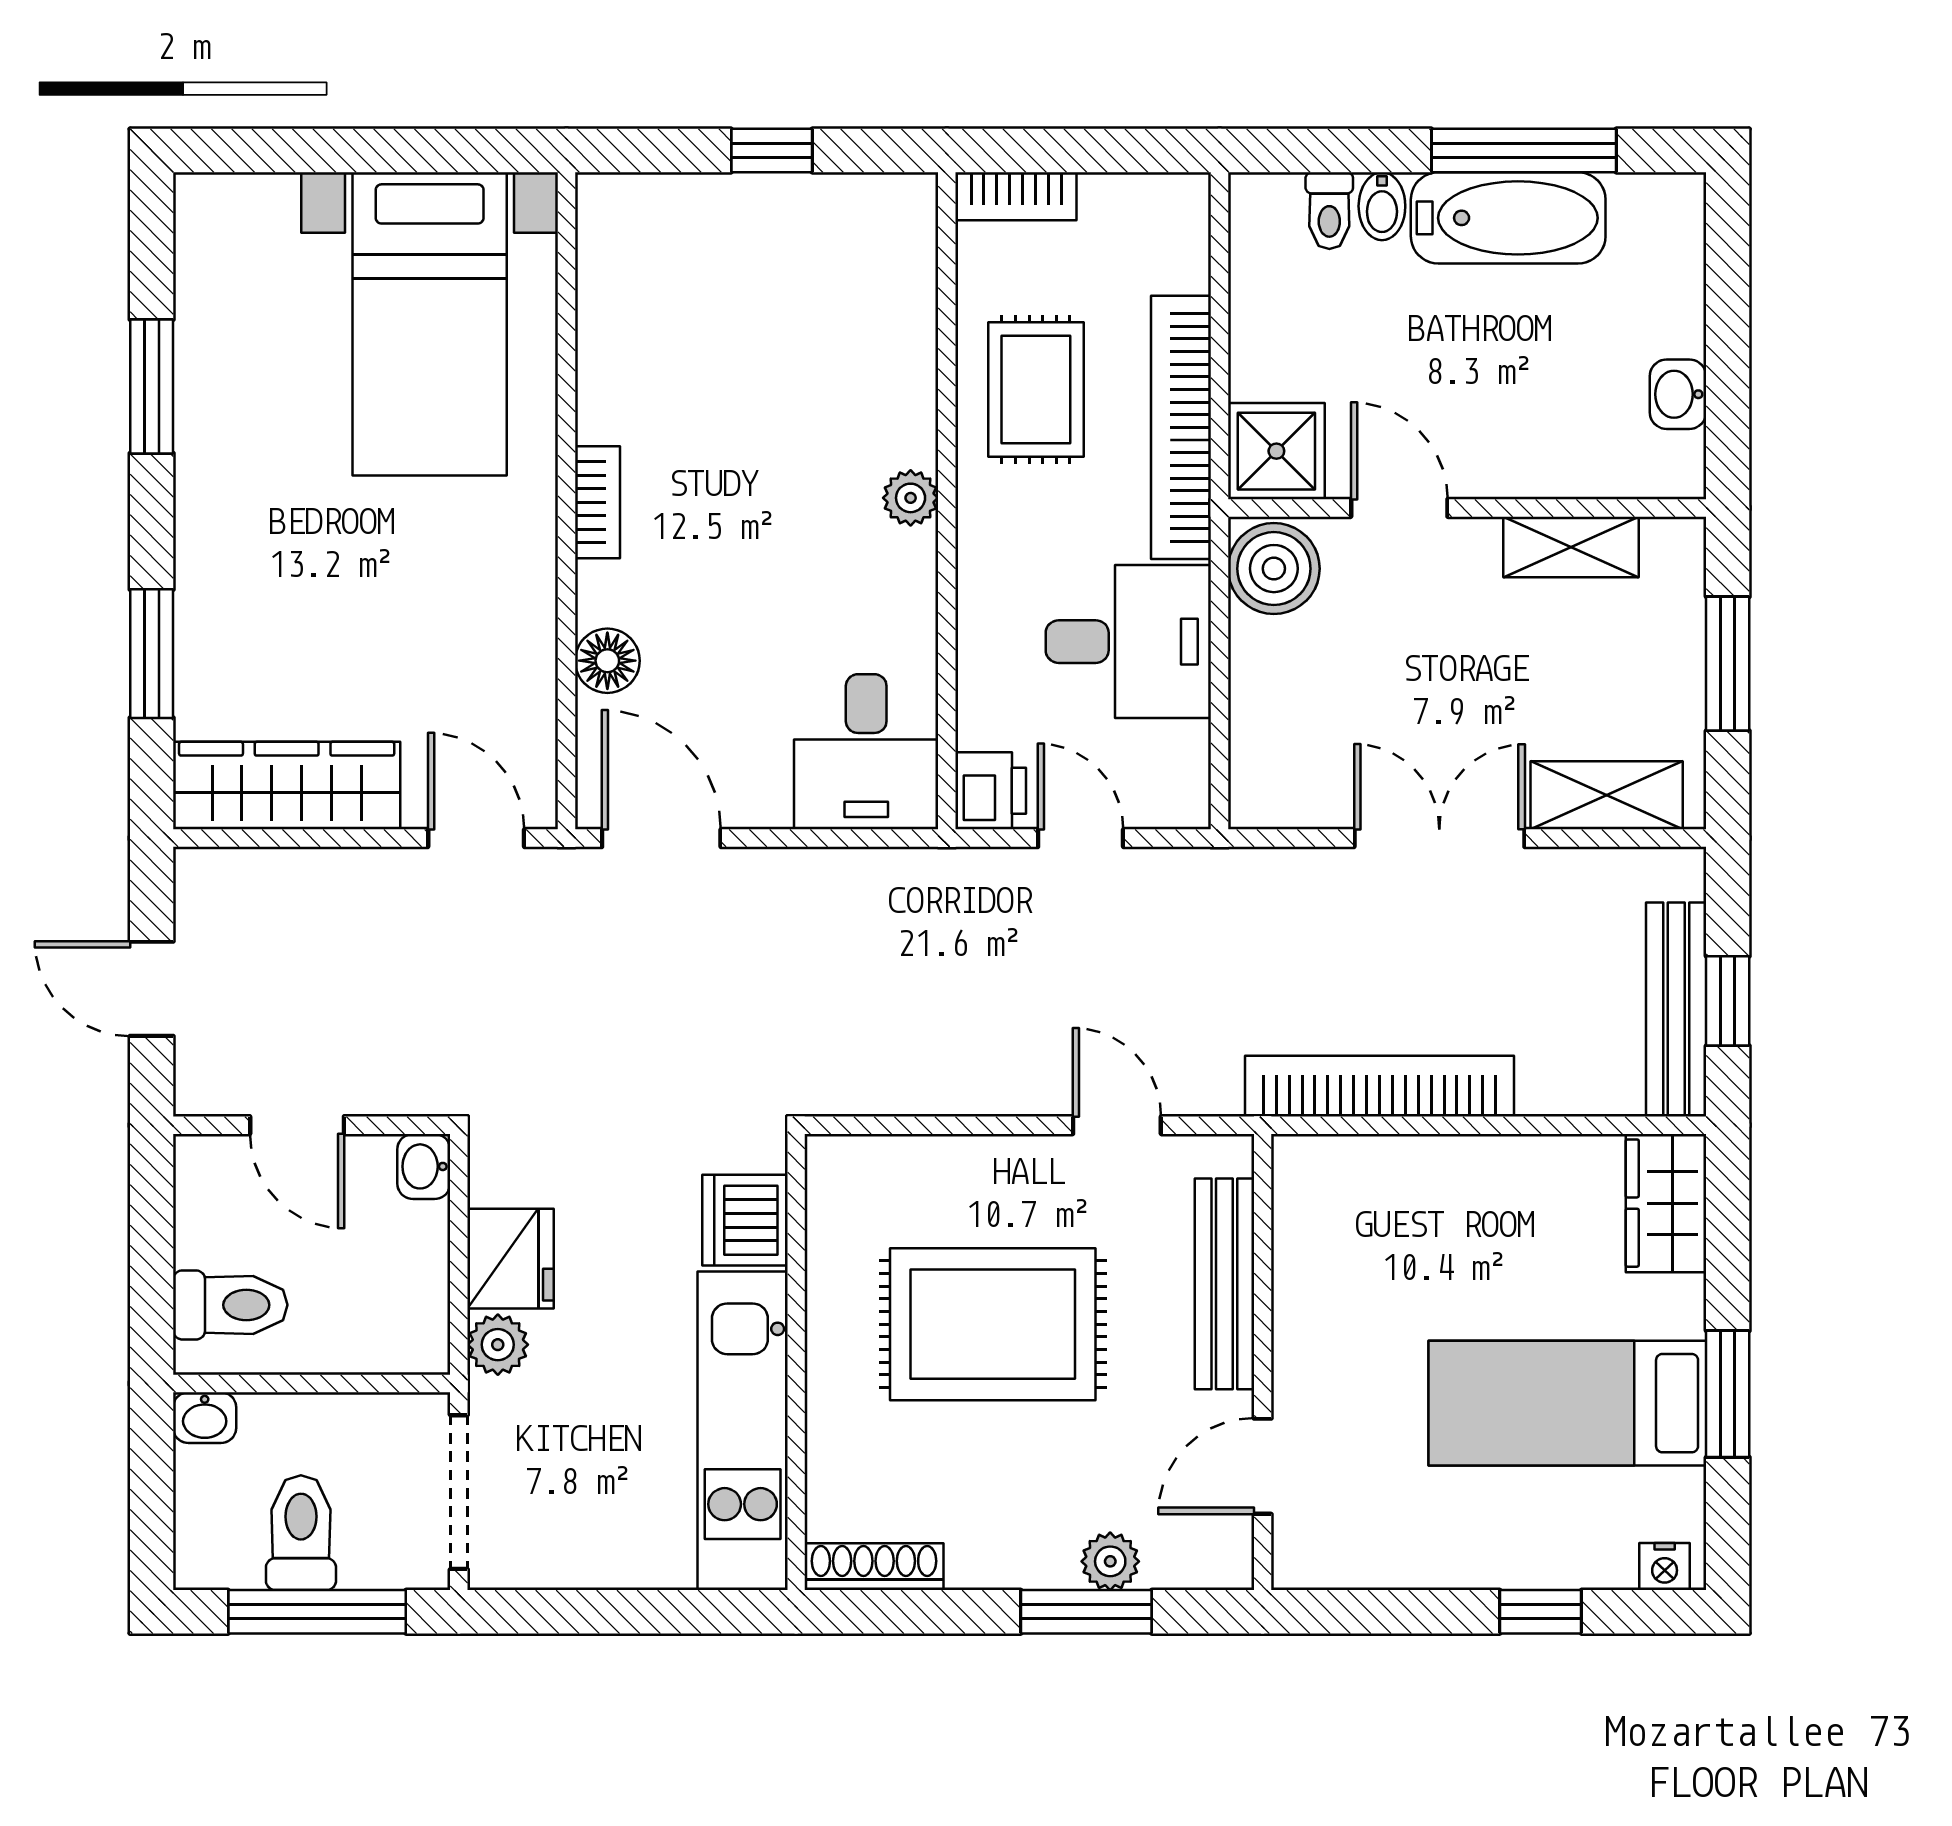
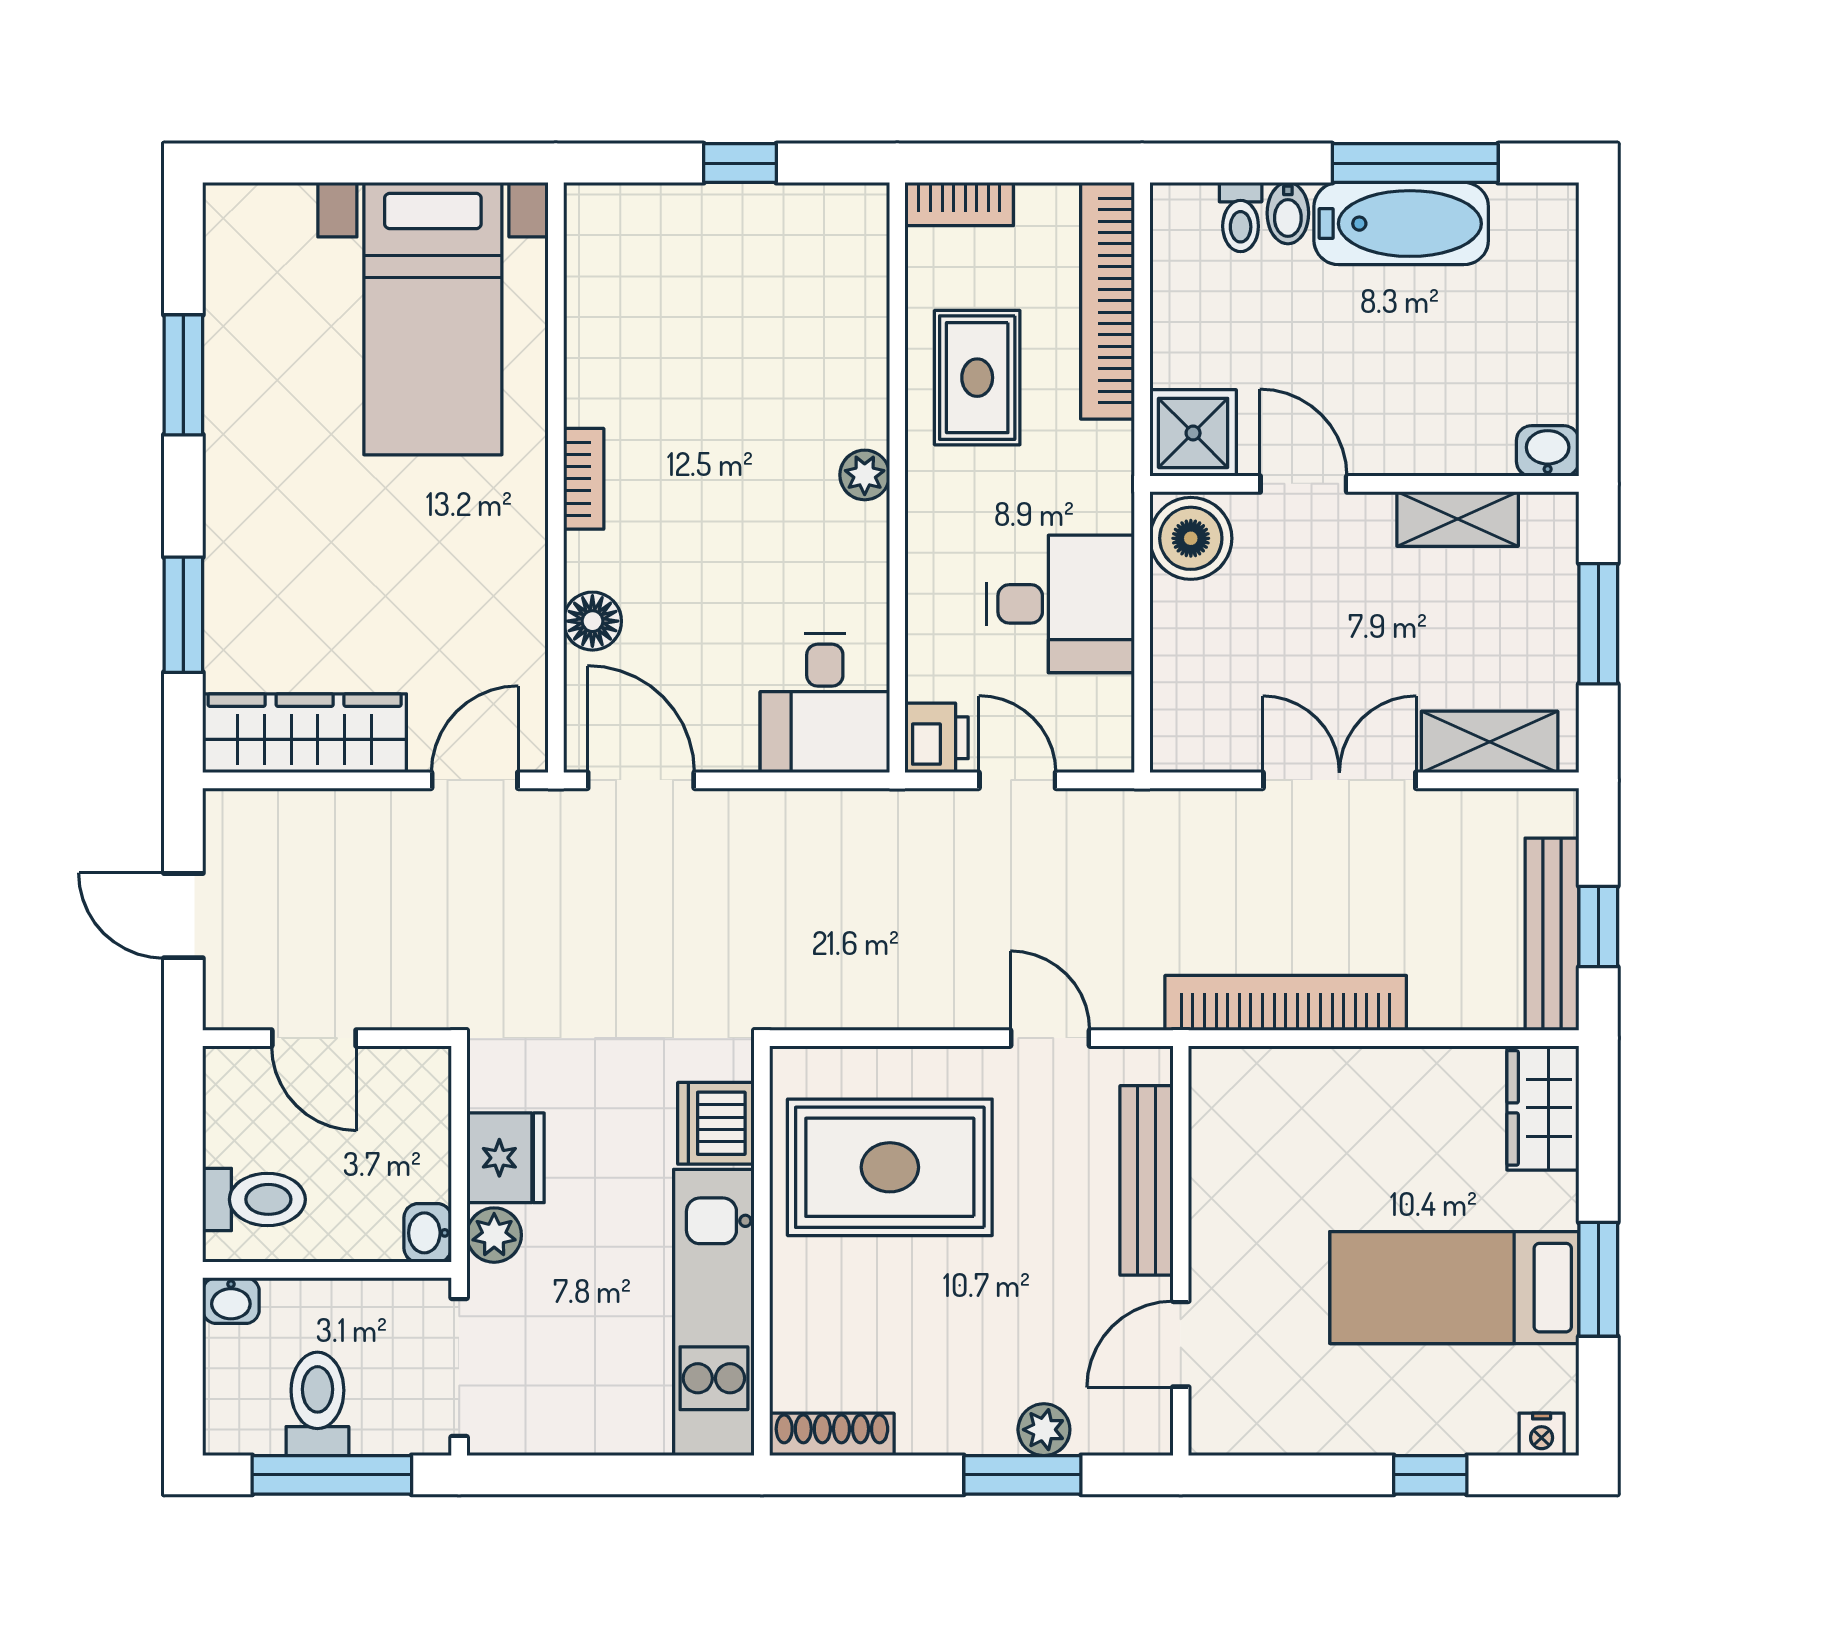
washbasin: (1678, 394) -> (1548, 451), moved, turned 90
bookcase: (1181, 427) -> (1107, 301), moved
door: (476, 838) -> (475, 780), hinge flipped
washbasin: (424, 1166) -> (428, 1233), moved
rug: (993, 1324) -> (890, 1167), moved

